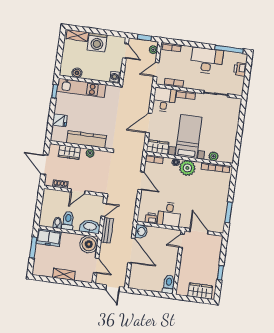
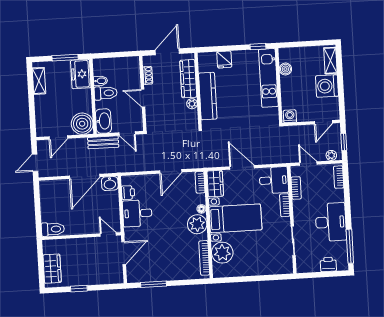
wardrobe: (69, 152) -> (188, 79), width x1.50
plant: (213, 156) -> (222, 253), width x1.88, depth x1.88
shelving: (64, 274) -> (39, 81), moved

